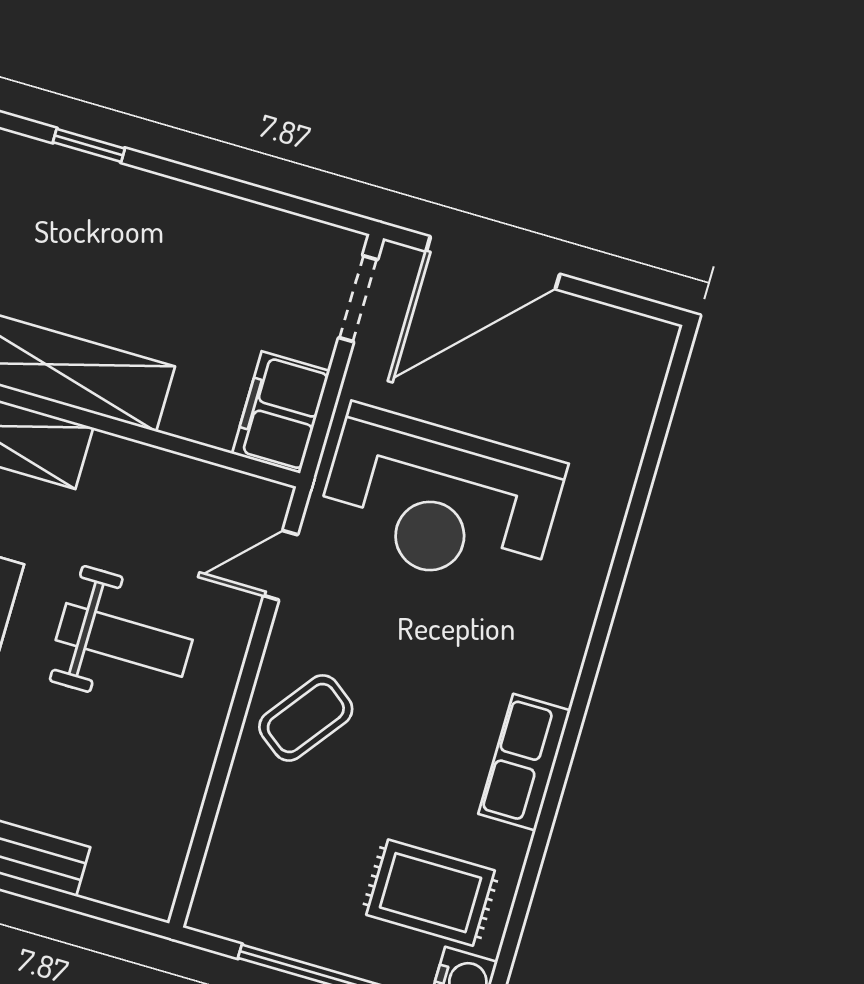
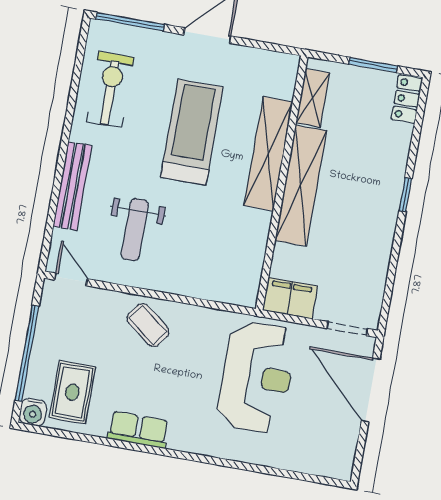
reception desk: (440, 500) -> (257, 377), turned 180
door: (281, 565) -> (71, 279), moved
weight bench: (124, 640) -> (135, 230), moved

